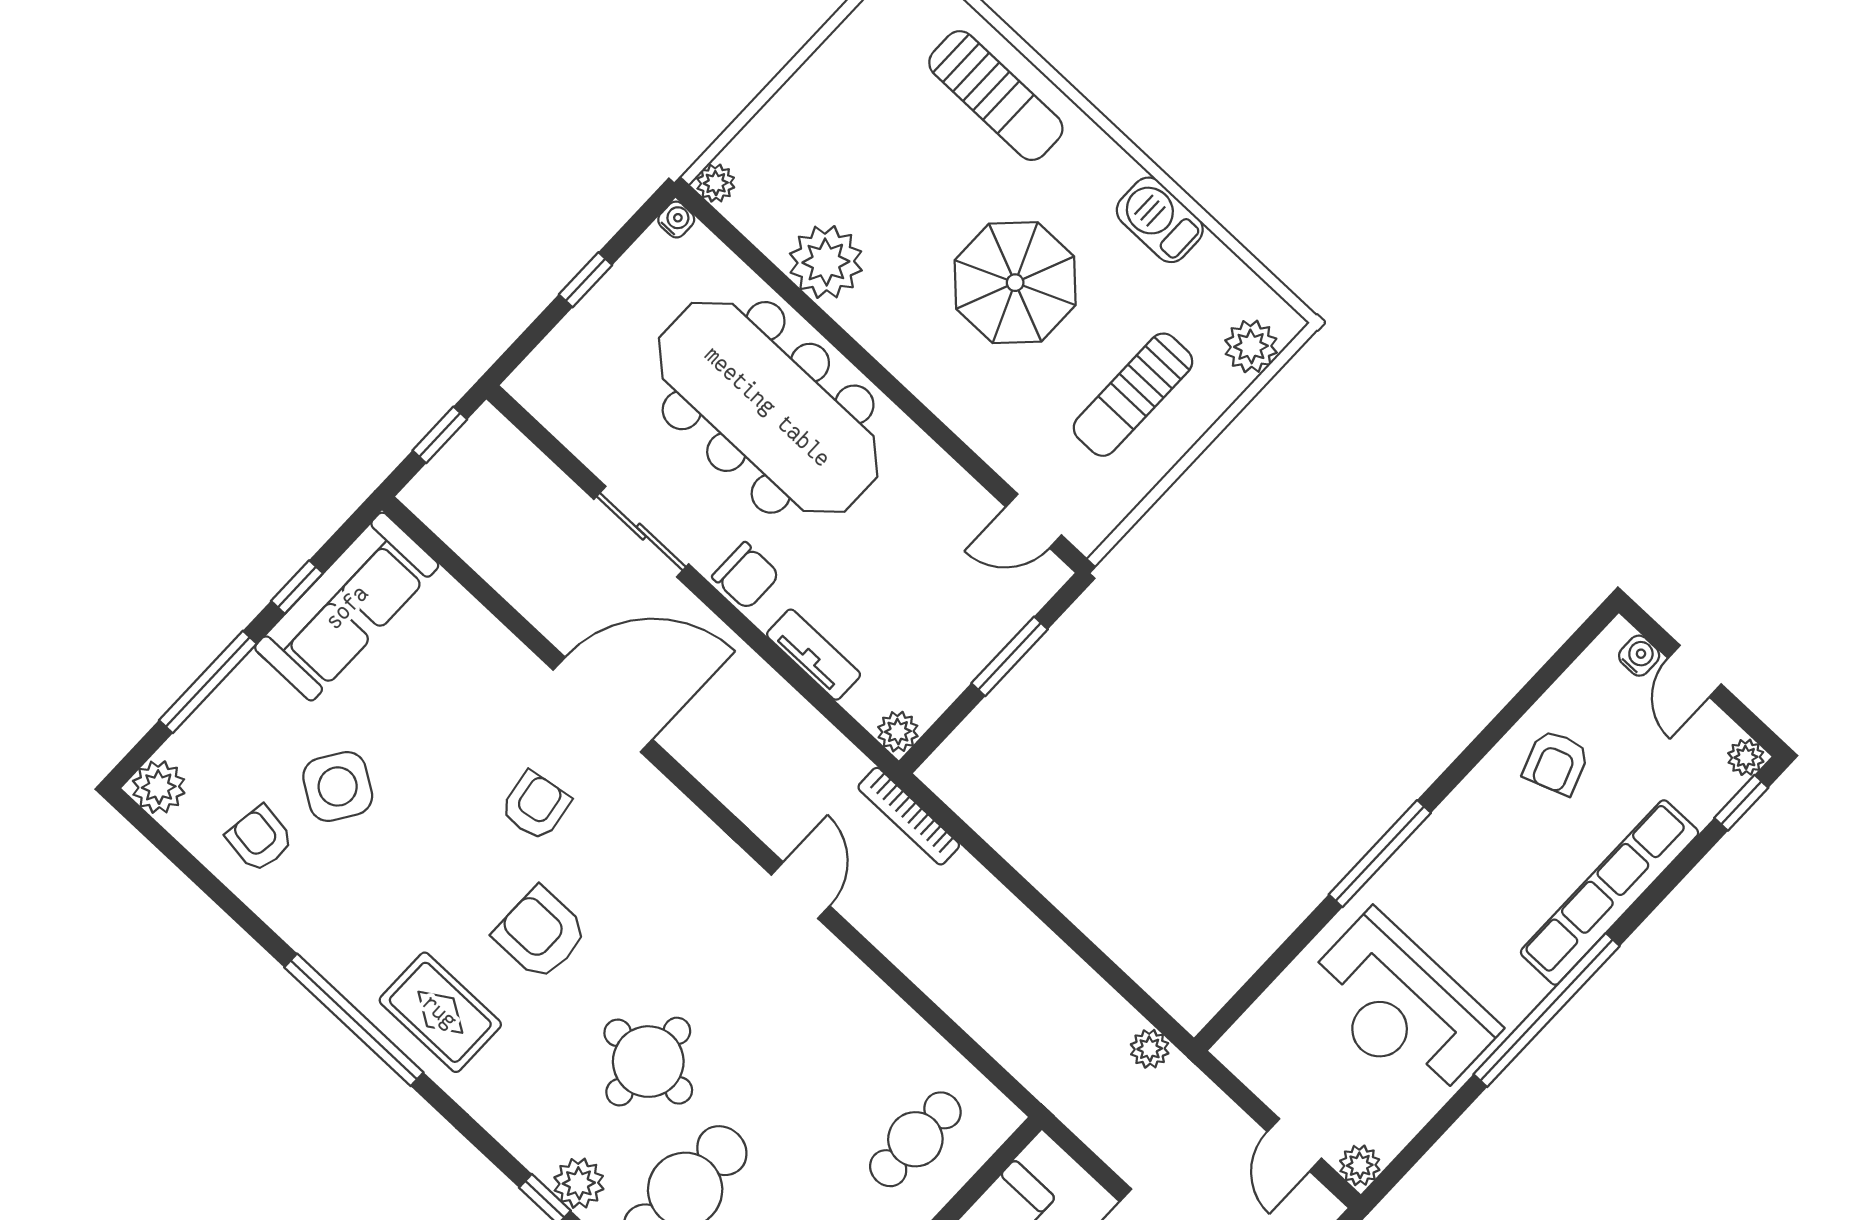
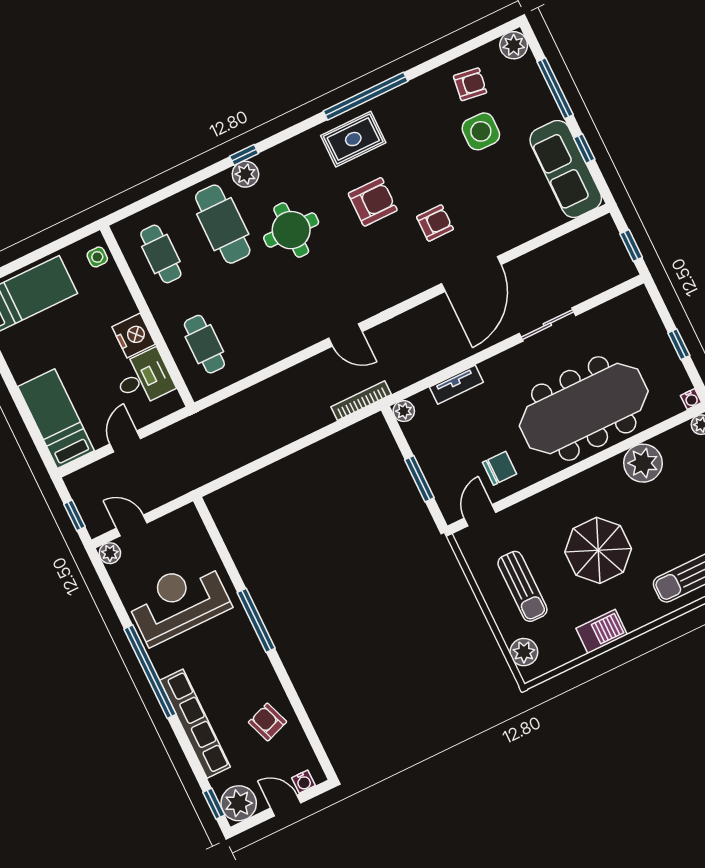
sun lounger: (1133, 395) -> (522, 586), turned 180
chair: (746, 576) -> (500, 468), moved, turned 180
plant: (1746, 757) -> (239, 803), width x1.87, depth x1.87
side table: (338, 786) -> (481, 131), turned -32
armchair: (535, 806) -> (435, 223), turned -81
plant: (1150, 1049) -> (205, 474), removed

